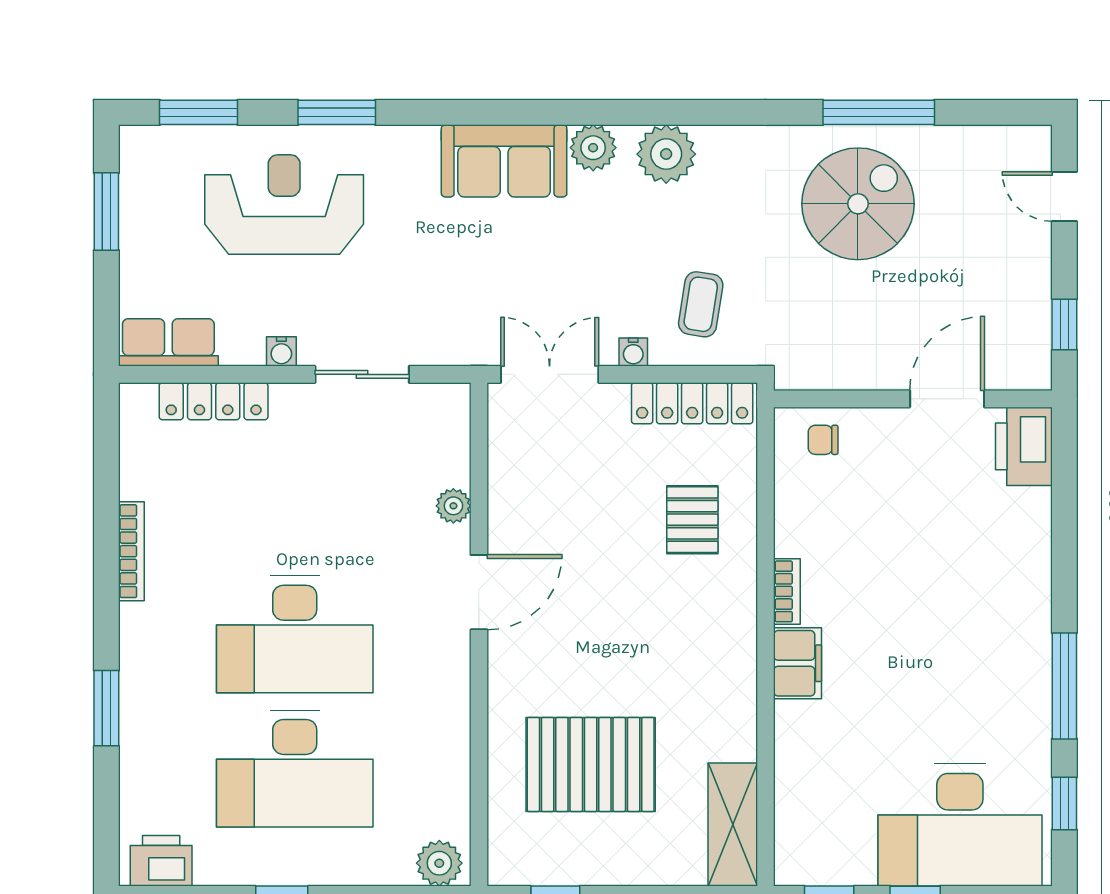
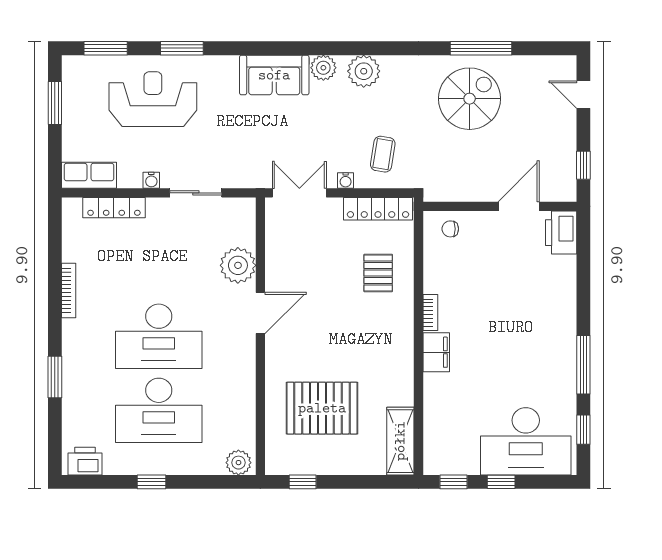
plant: (453, 506) -> (238, 265), width x1.88, depth x1.88

